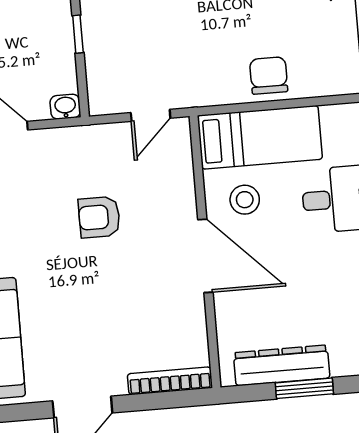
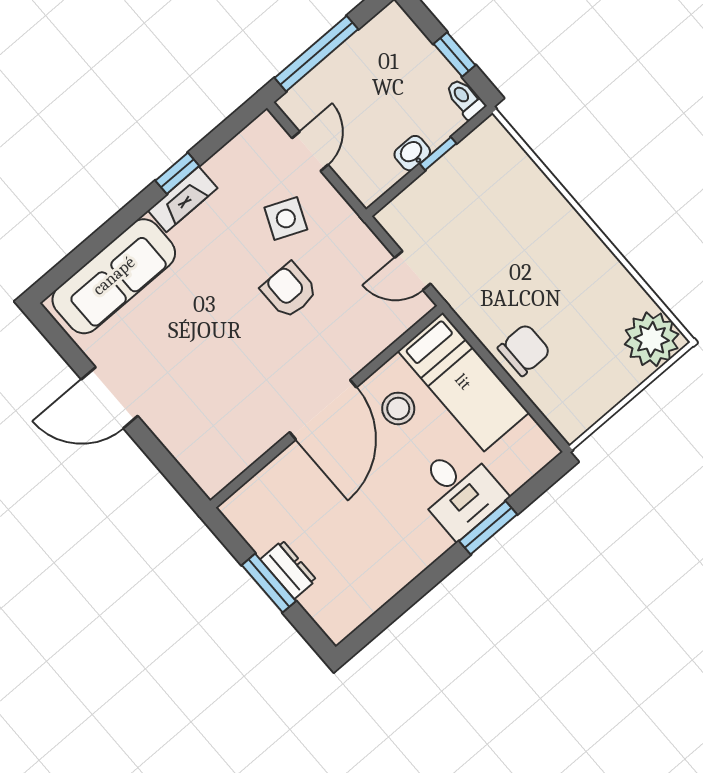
washbasin: (65, 107) -> (412, 153), moved, turned -90
side table: (44, 181) -> (286, 219), added
dresser: (282, 365) -> (288, 570), width x0.51, depth x0.80
bookcase: (170, 381) -> (189, 459), removed

